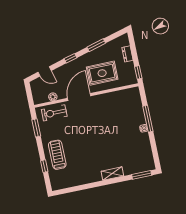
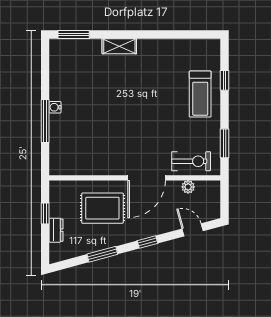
window: (138, 72) -> (45, 213), moved

